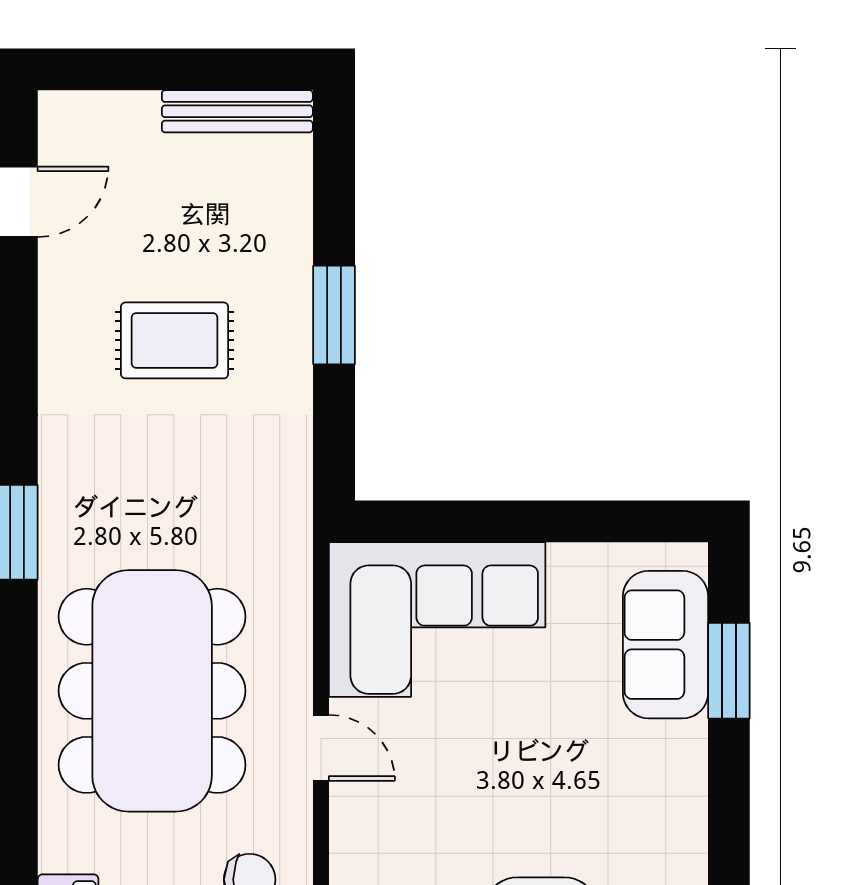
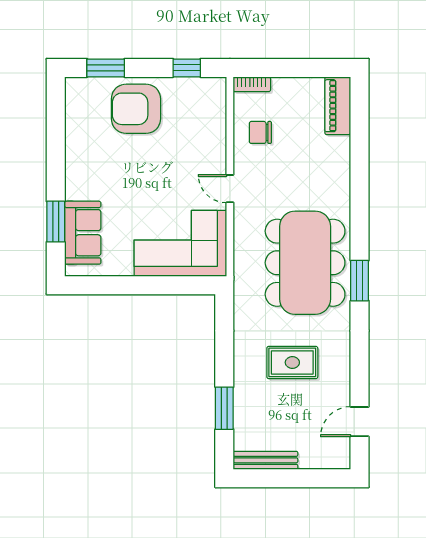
window: (334, 315) -> (224, 408), moved
dining table: (152, 691) -> (305, 263), moved

